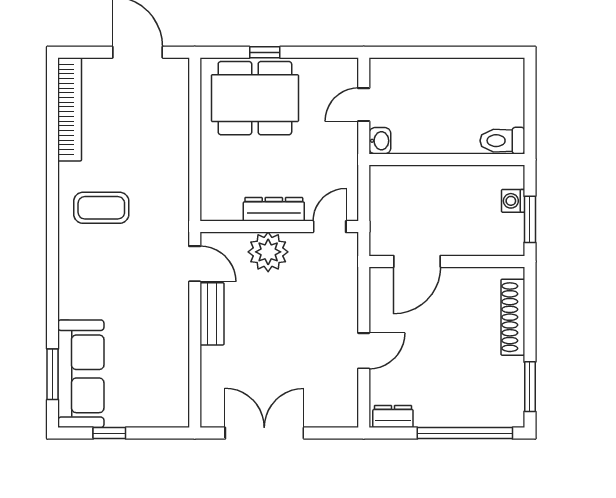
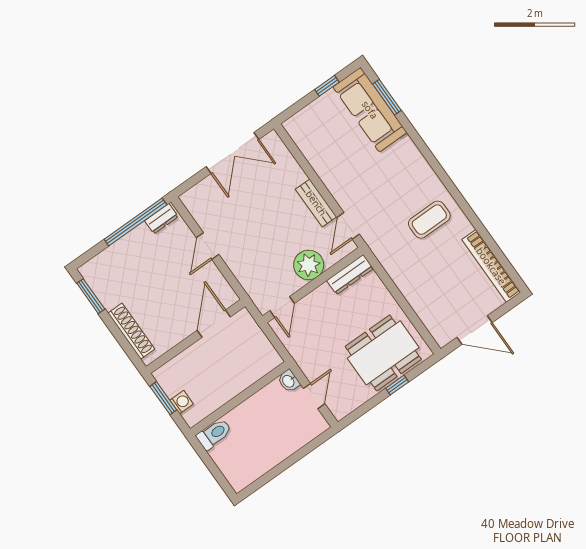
dresser: (274, 209) -> (350, 275), moved
door: (195, 264) -> (348, 226), hinge flipped
window: (465, 433) -> (135, 222), moved

